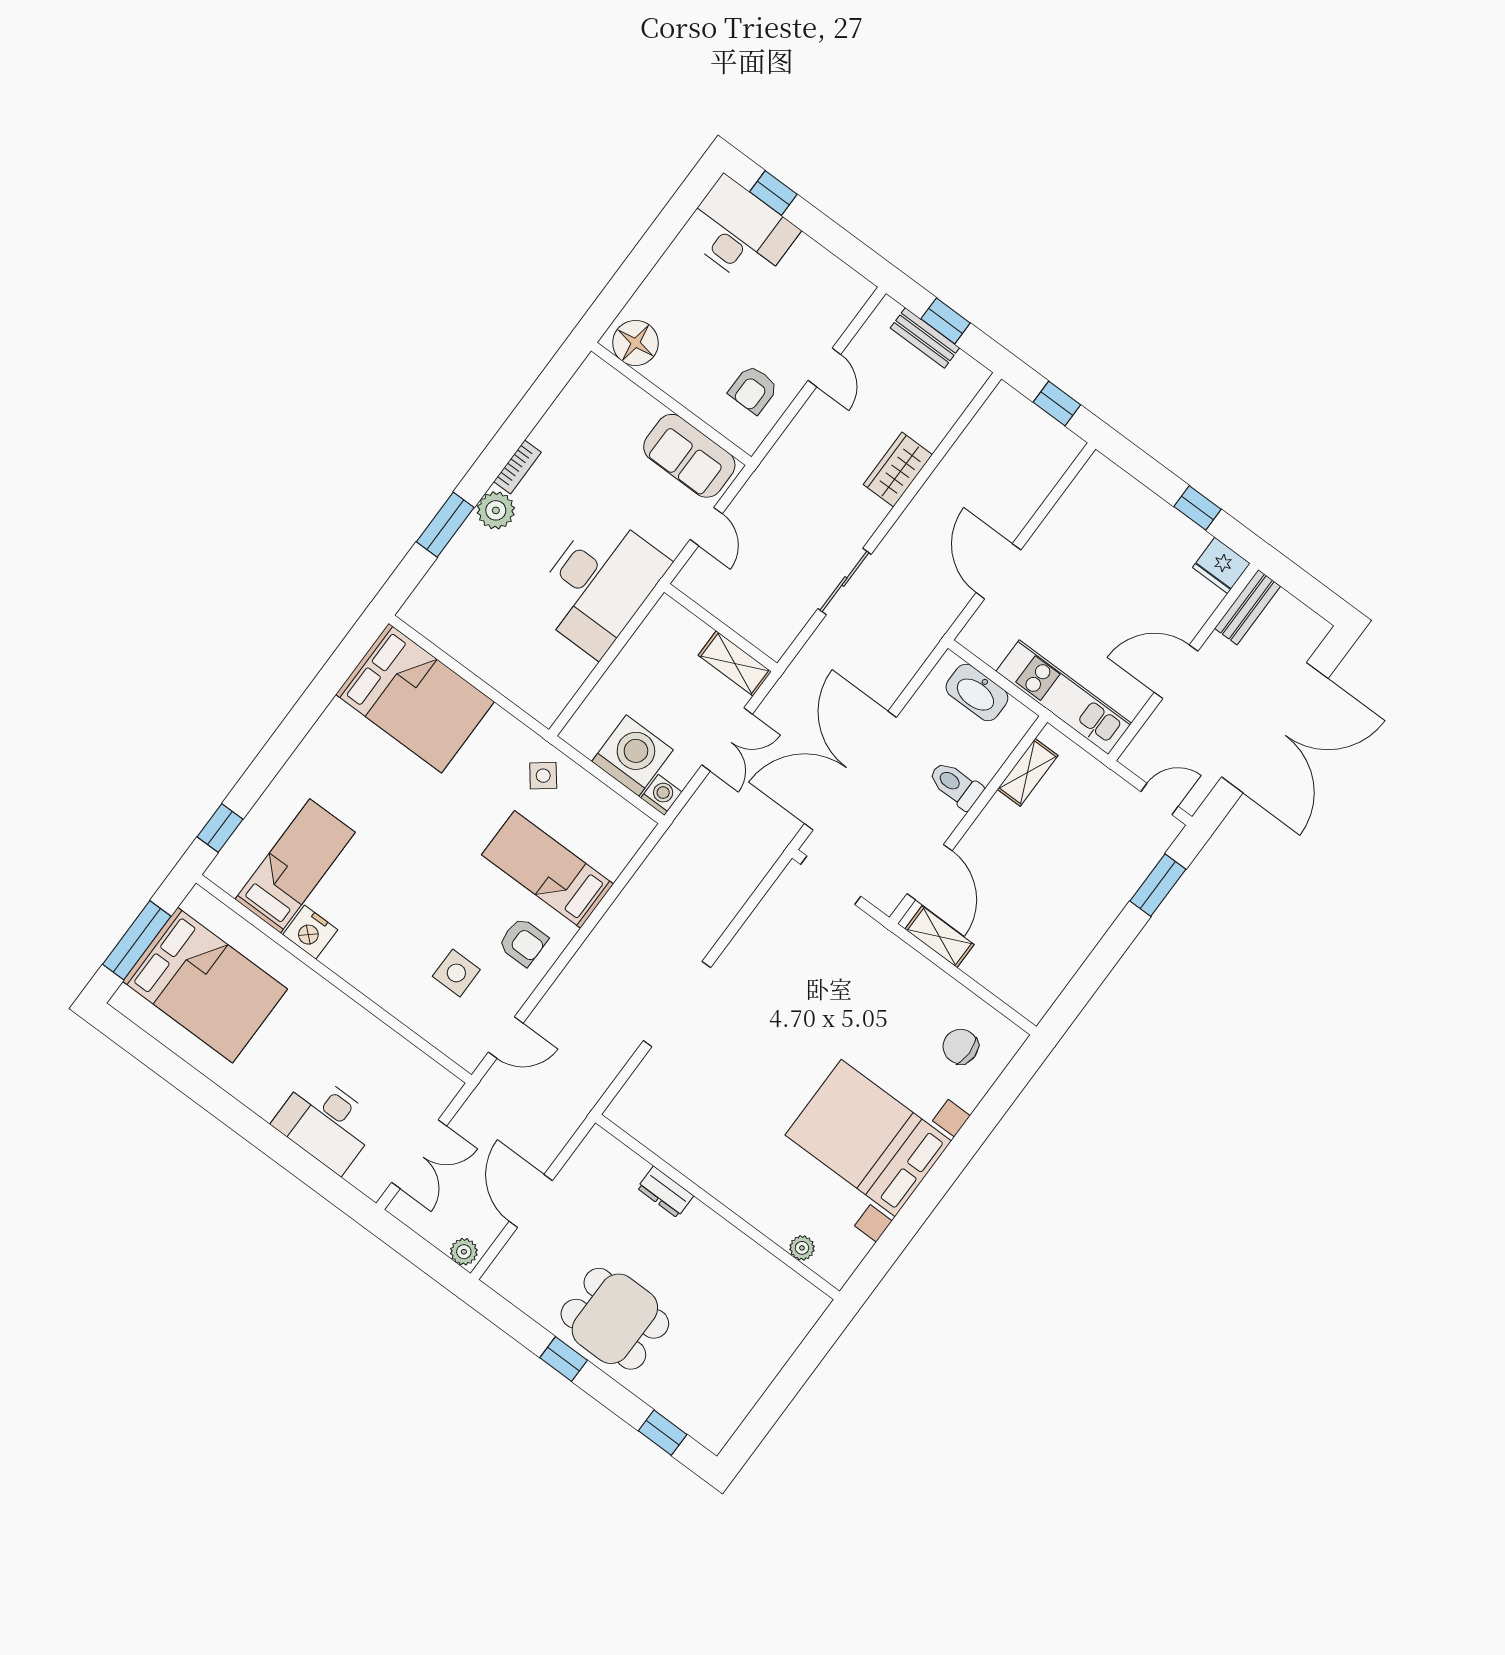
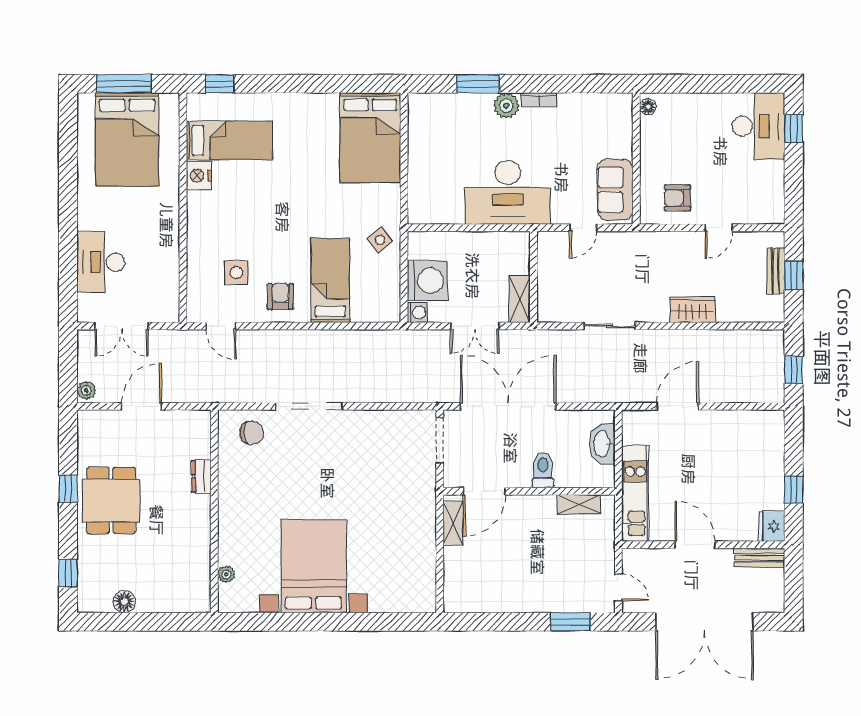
floor lamp: (636, 343) -> (648, 107), width x0.53, depth x0.53
armchair: (523, 942) -> (281, 296), turned 180
chair: (961, 1047) -> (252, 433), moved, turned 90
floor lamp: (745, 1391) -> (124, 602), added

